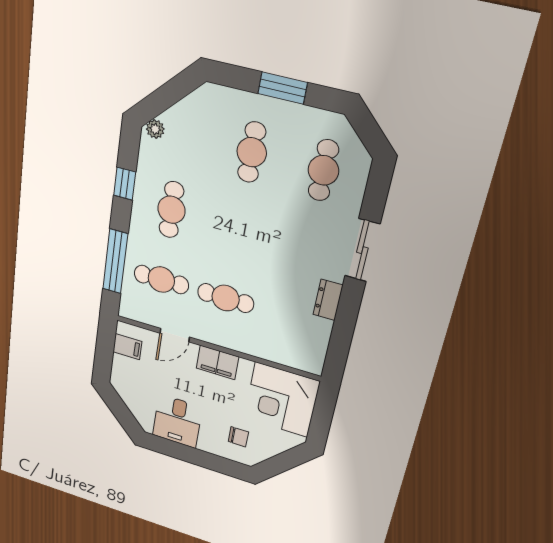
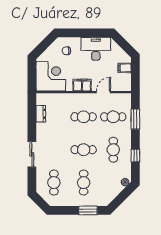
window: (283, 88) -> (88, 210), moved
cafe table: (238, 228) -> (84, 150), added
window: (115, 261) -> (135, 119), width x0.69
dresser: (328, 300) -> (41, 114), moved
filing cabinet: (127, 347) -> (125, 68), moved
desk: (177, 421) -> (96, 49), width x1.37

